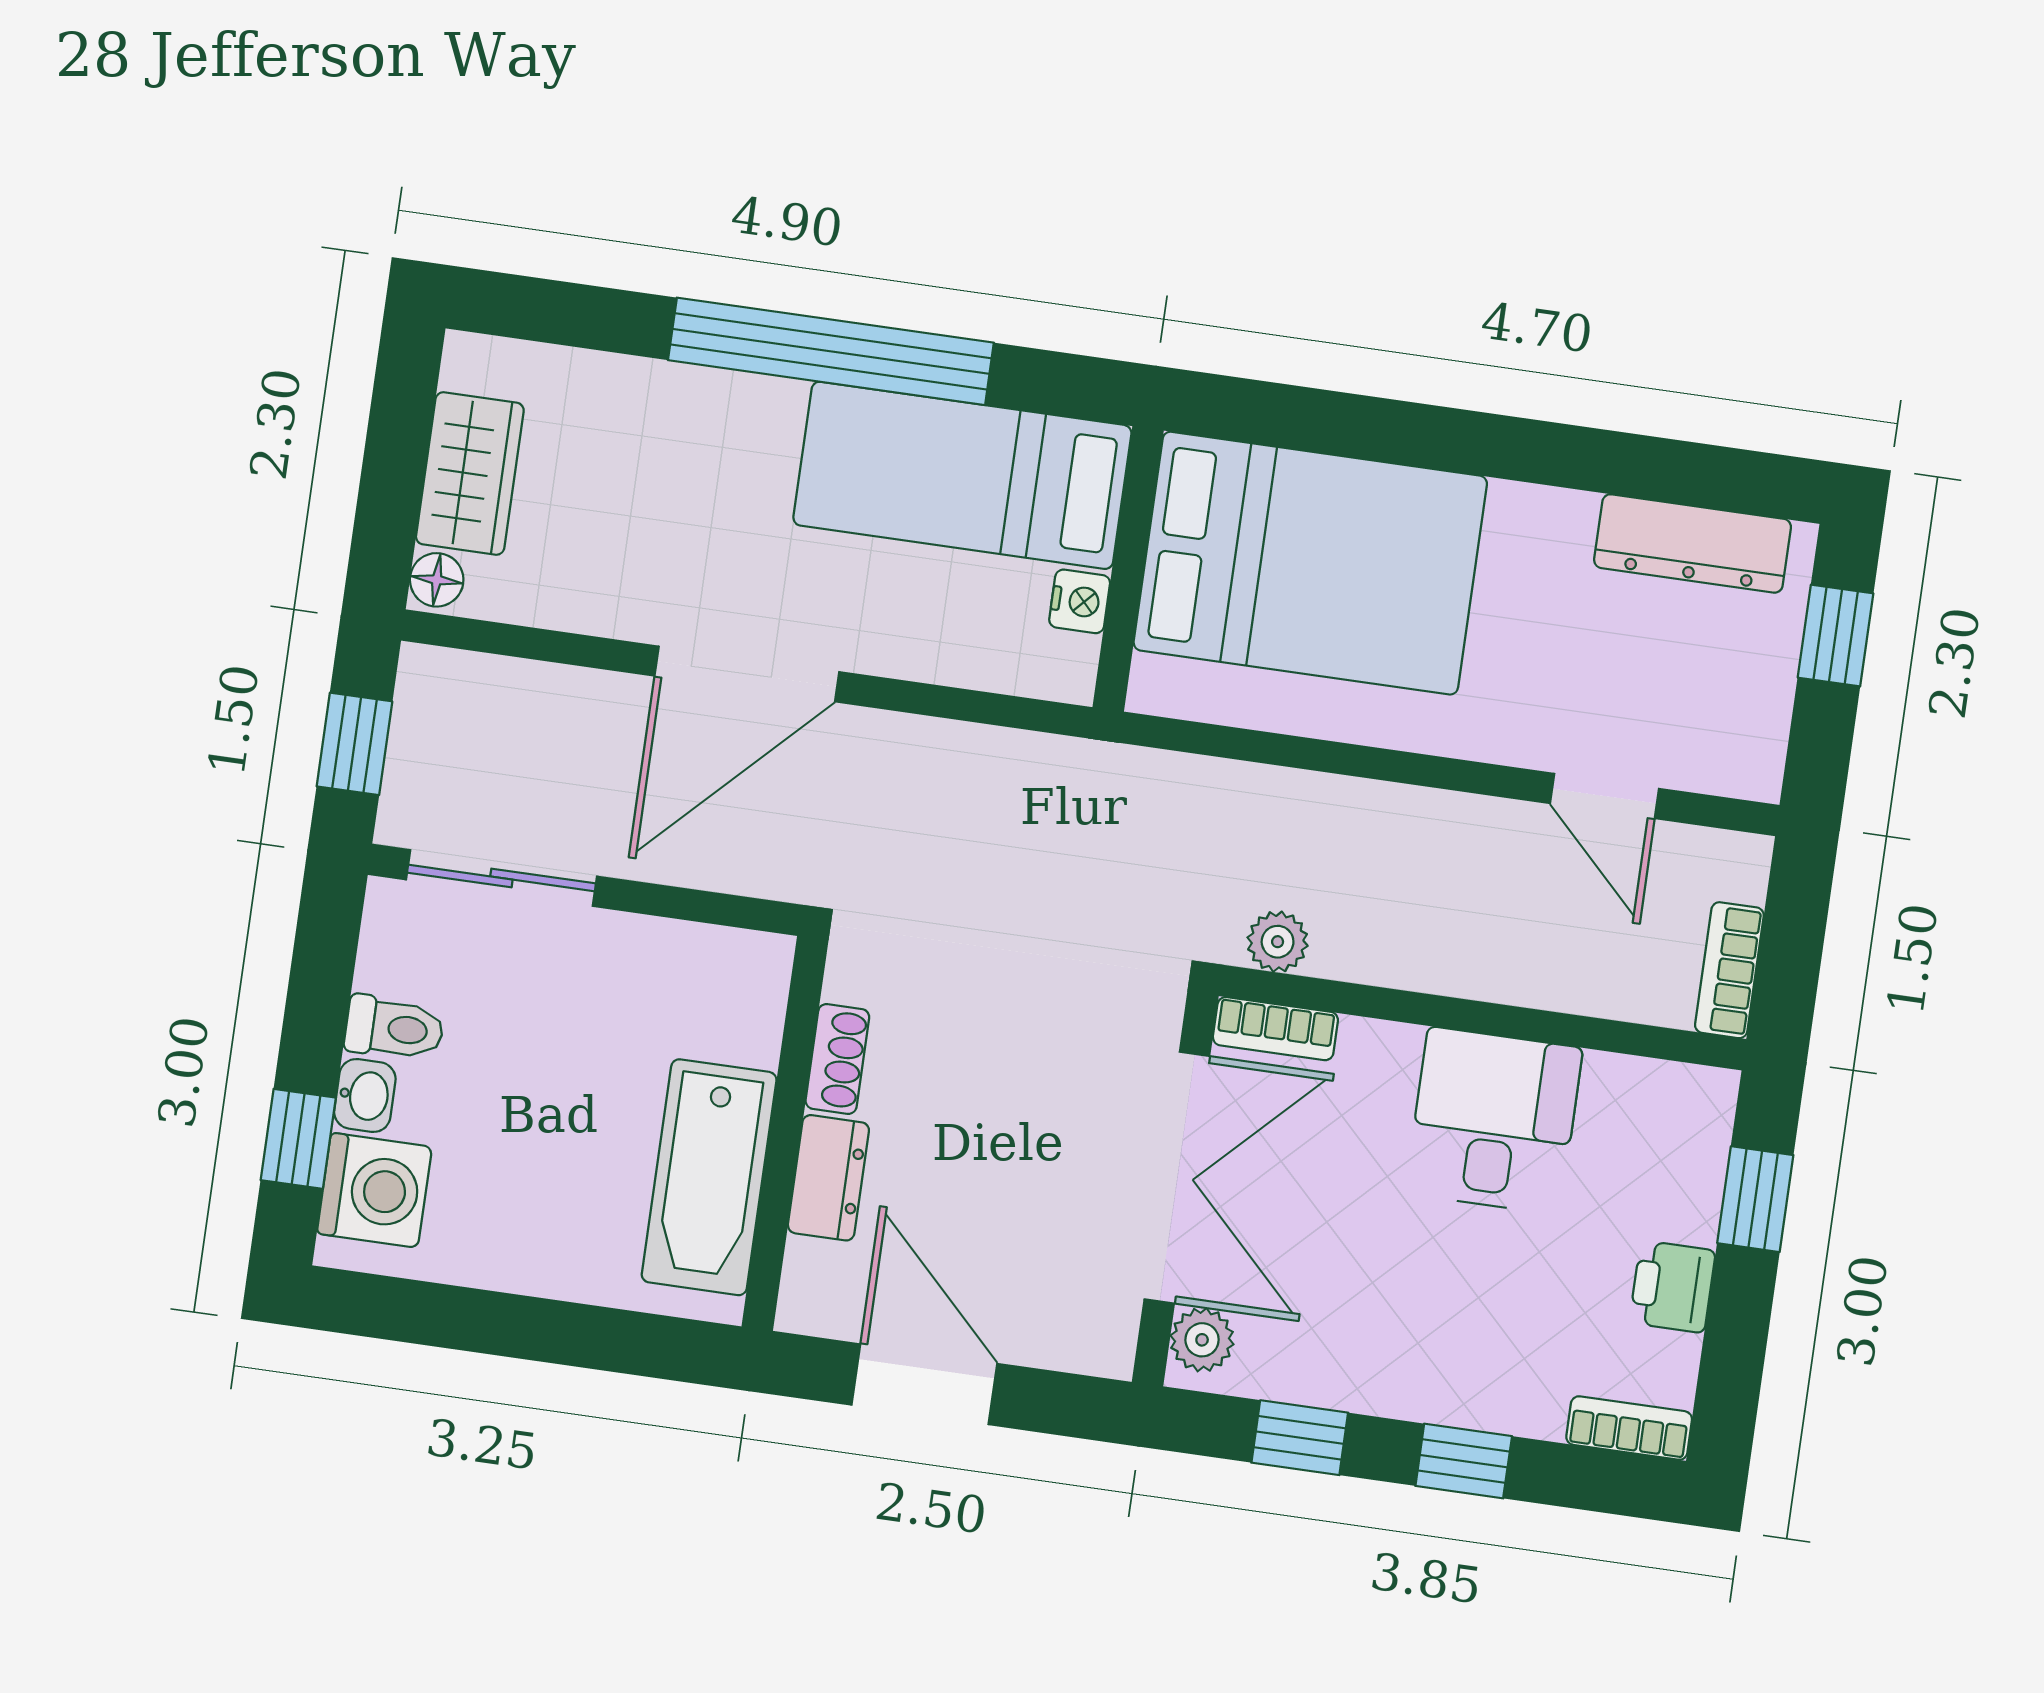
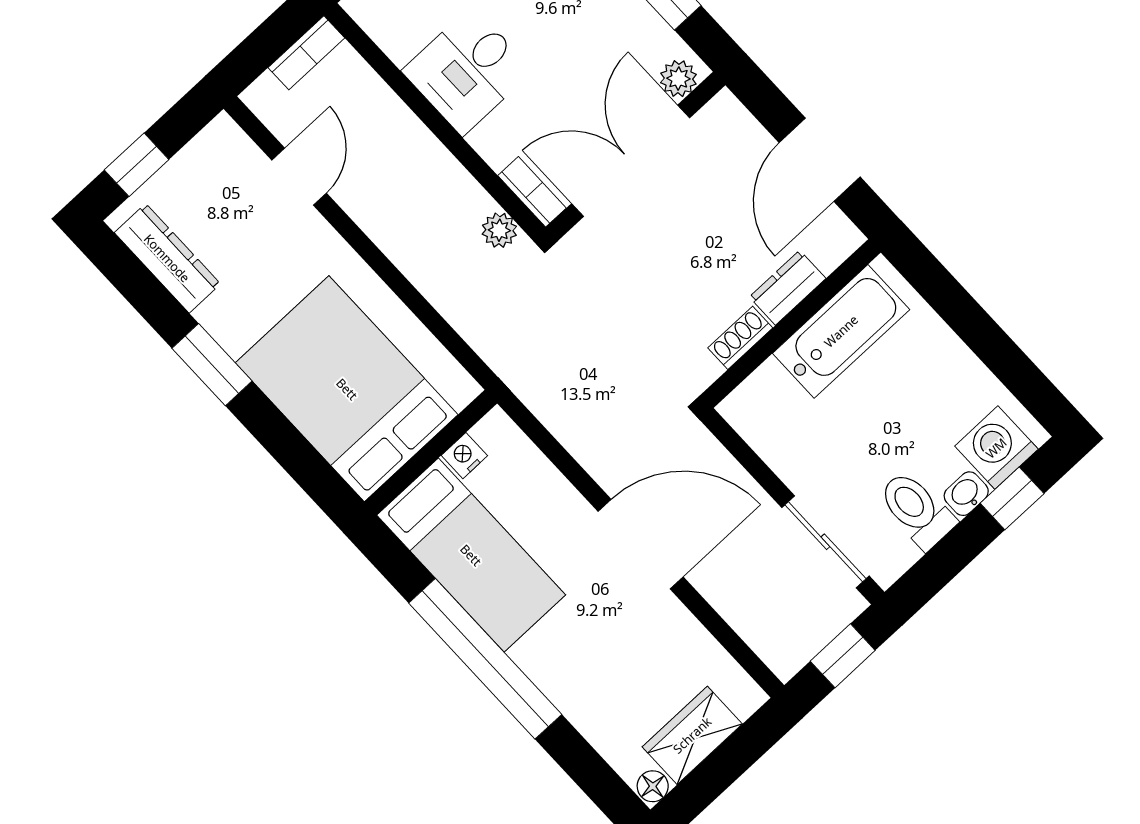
window: (1517, 449) -> (212, 365), added
floor lamp: (437, 580) -> (653, 786), moved
toilet: (394, 1028) -> (916, 510), width x1.37, depth x1.39

